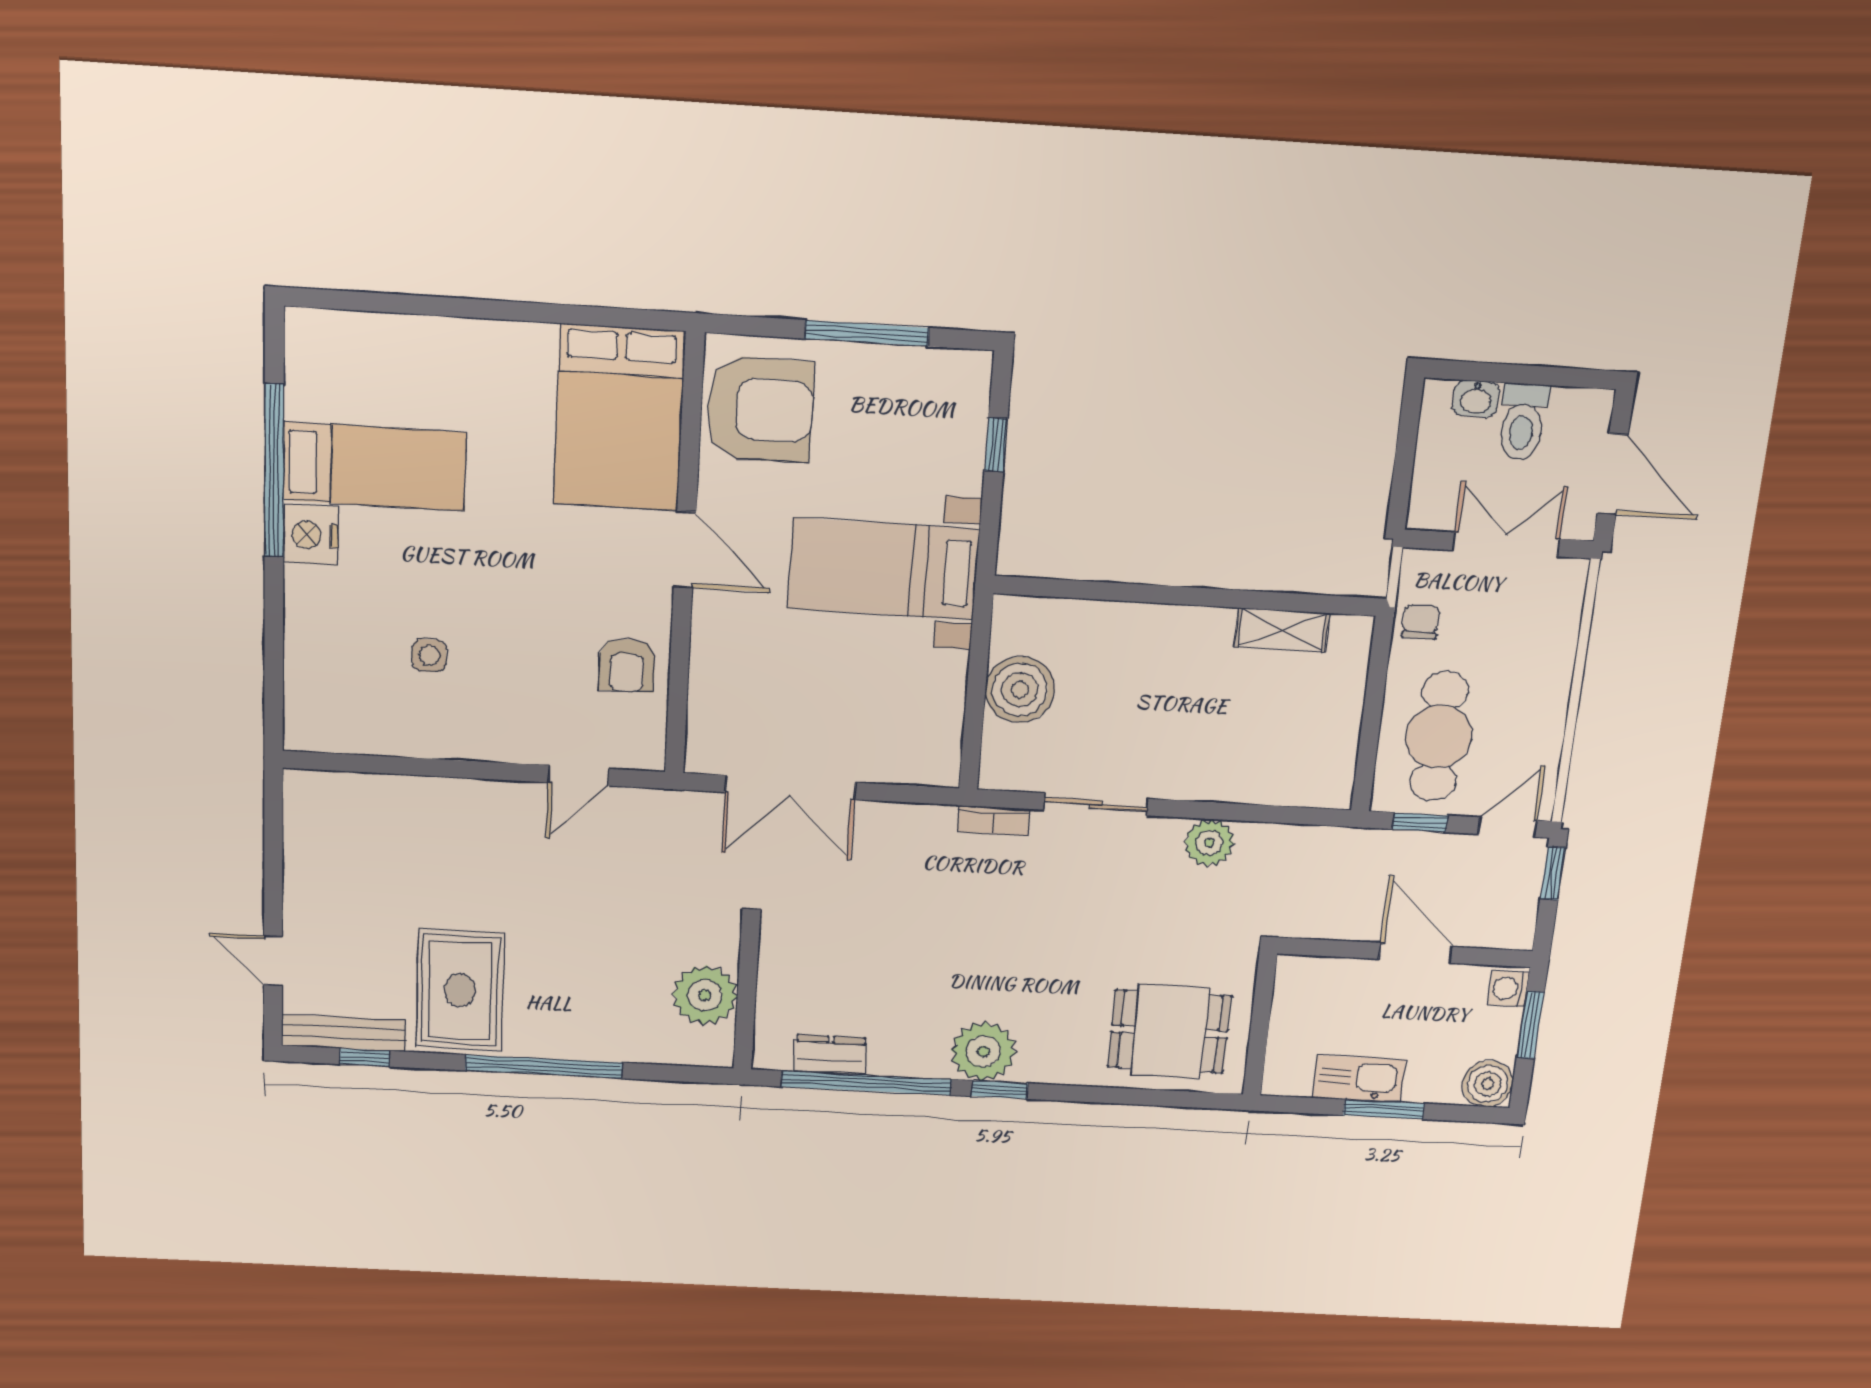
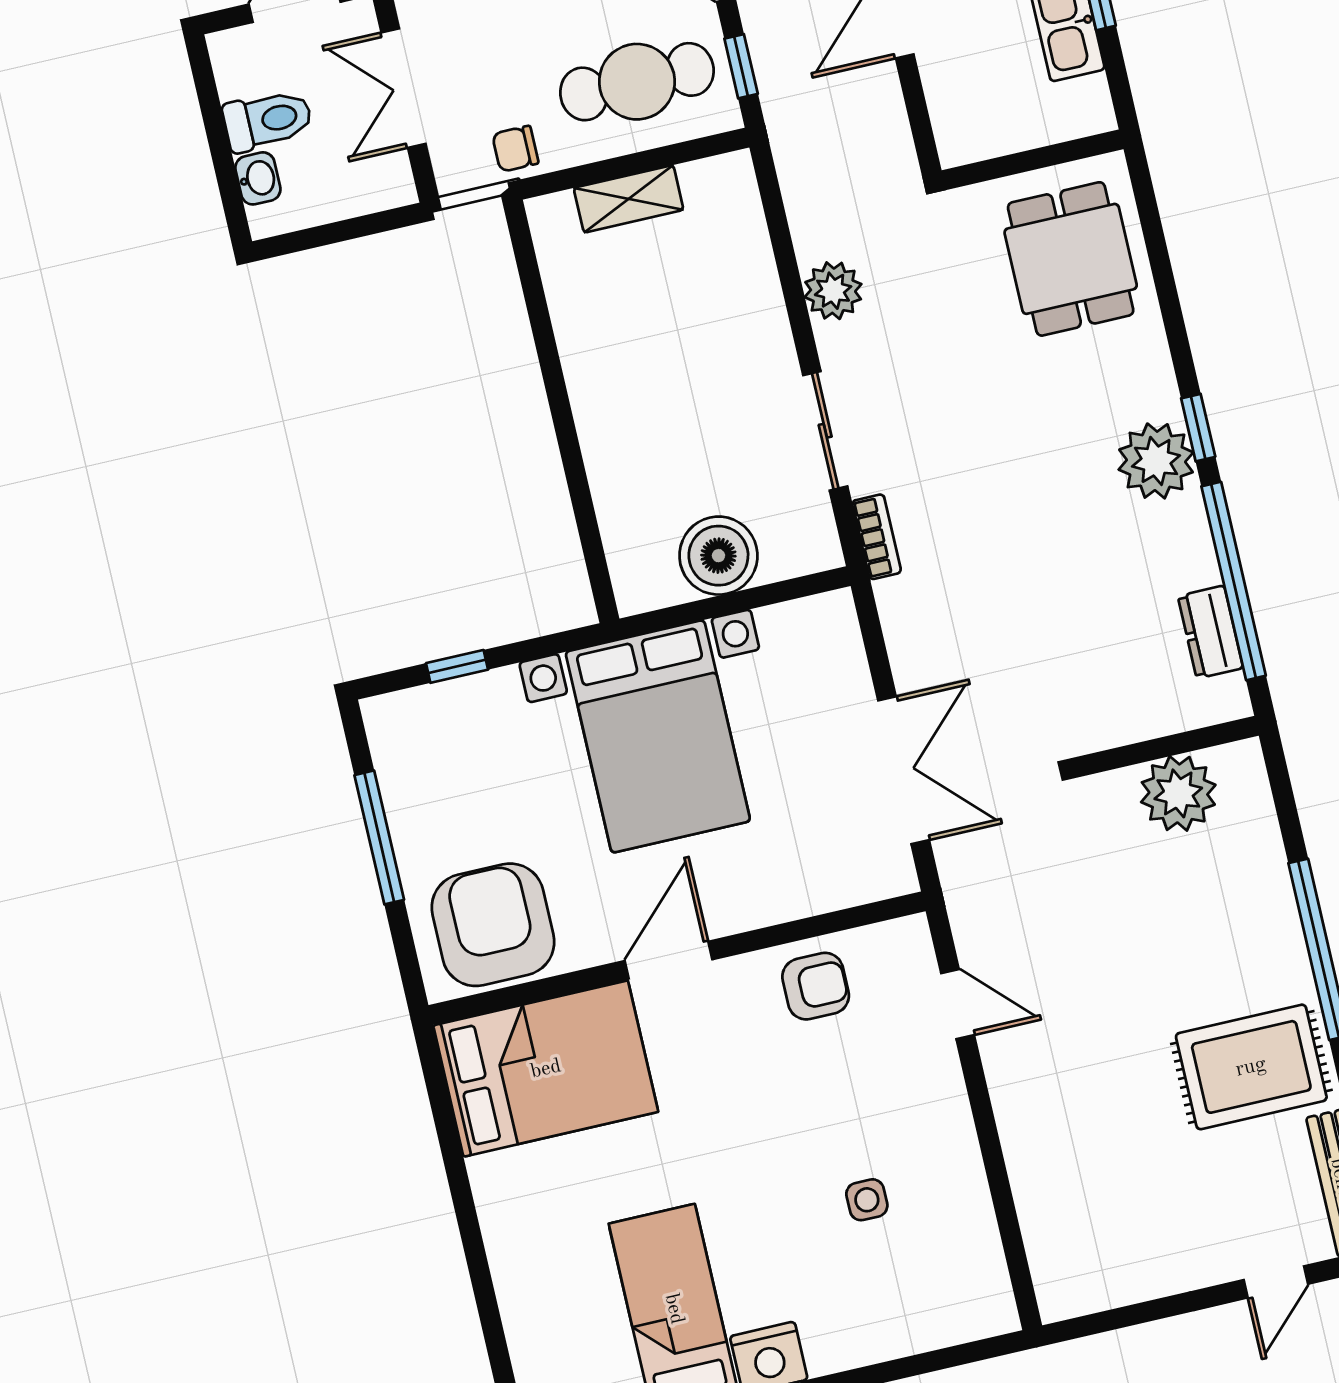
bed with nightstands: (883, 569) -> (658, 736), width x1.36
shelving: (1282, 630) -> (629, 199), moved, turned 90

